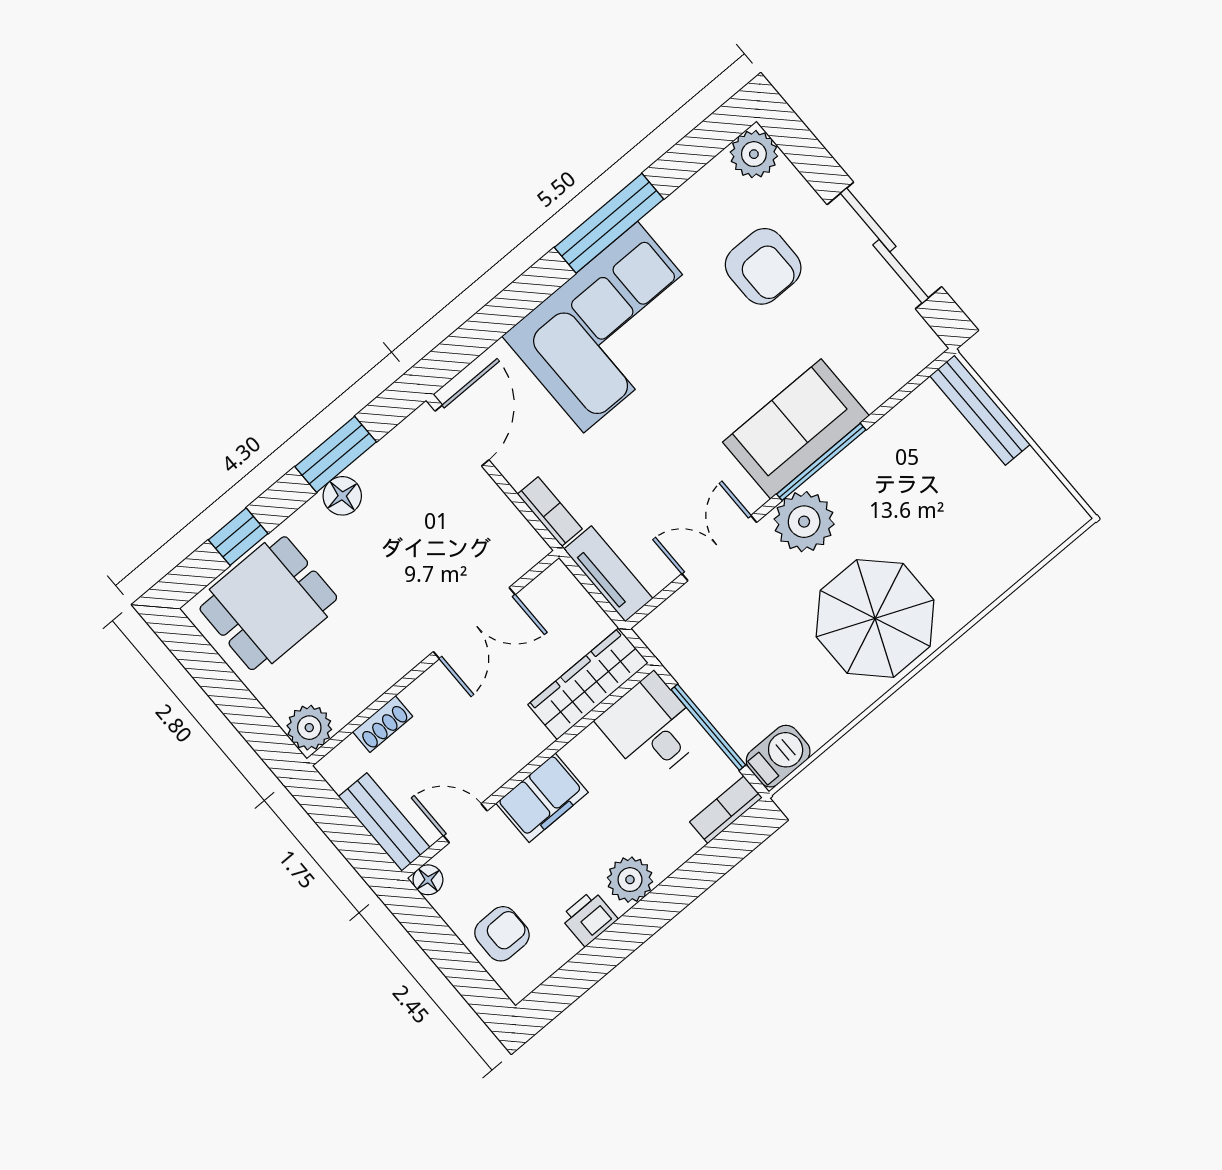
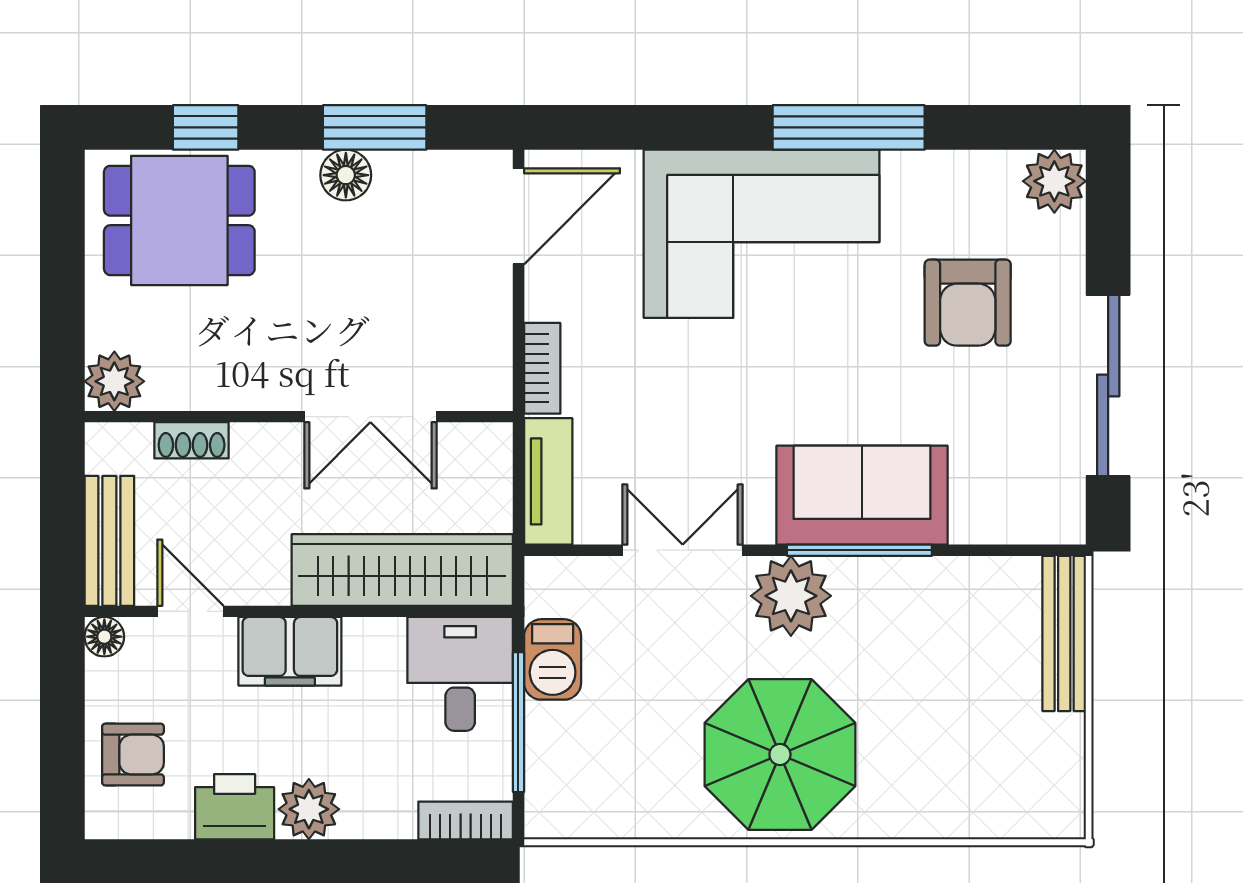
wardrobe: (588, 684) -> (402, 570), width x1.40, depth x1.17
barbecue: (778, 756) -> (553, 659), moved, turned 90
printer: (589, 918) -> (235, 807), width x1.36, depth x1.24

